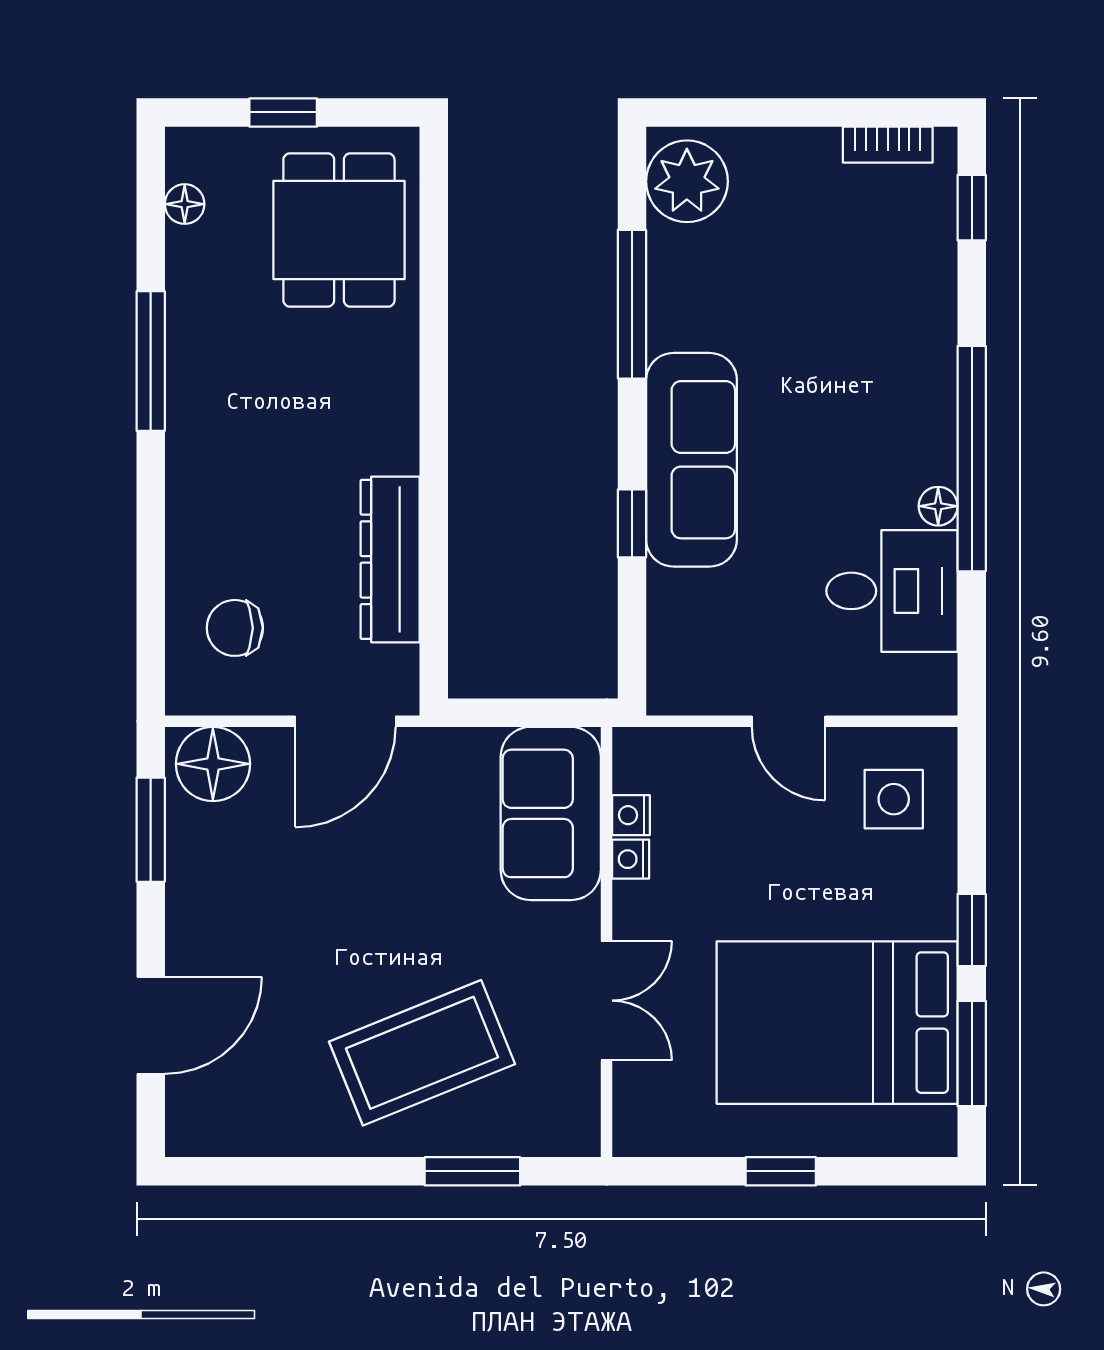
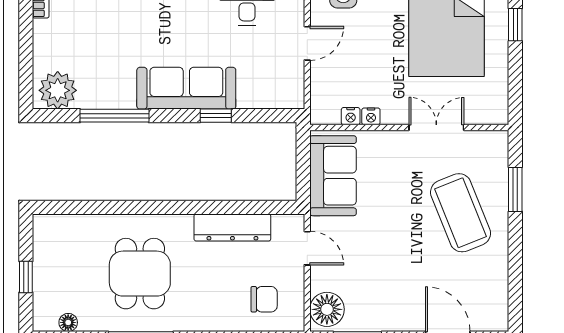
dining table: (339, 230) -> (140, 274), moved, turned 90
chair: (235, 628) -> (264, 299), turned -90
door: (345, 721) -> (307, 248), width x0.73
sofa: (551, 813) -> (333, 176), moved, turned -90
window: (781, 1171) -> (515, 25), moved

